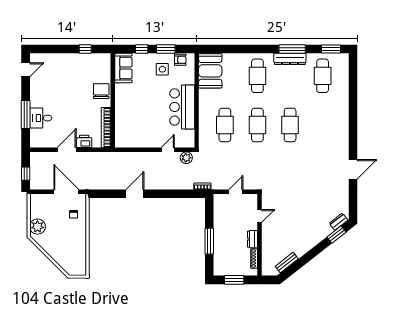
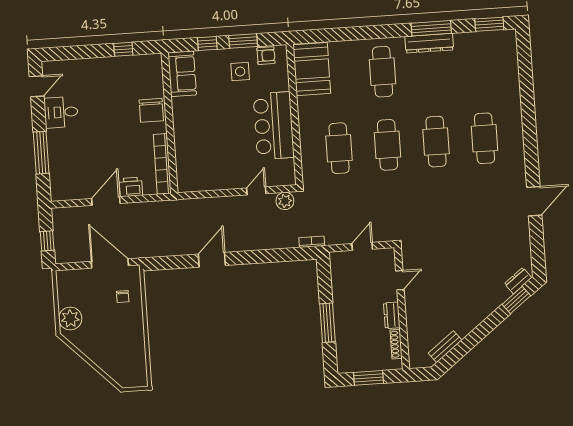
cafe table: (323, 76) -> (484, 138), moved
chair: (101, 91) -> (151, 110), turned 180
desk: (41, 118) -> (61, 112), moved

